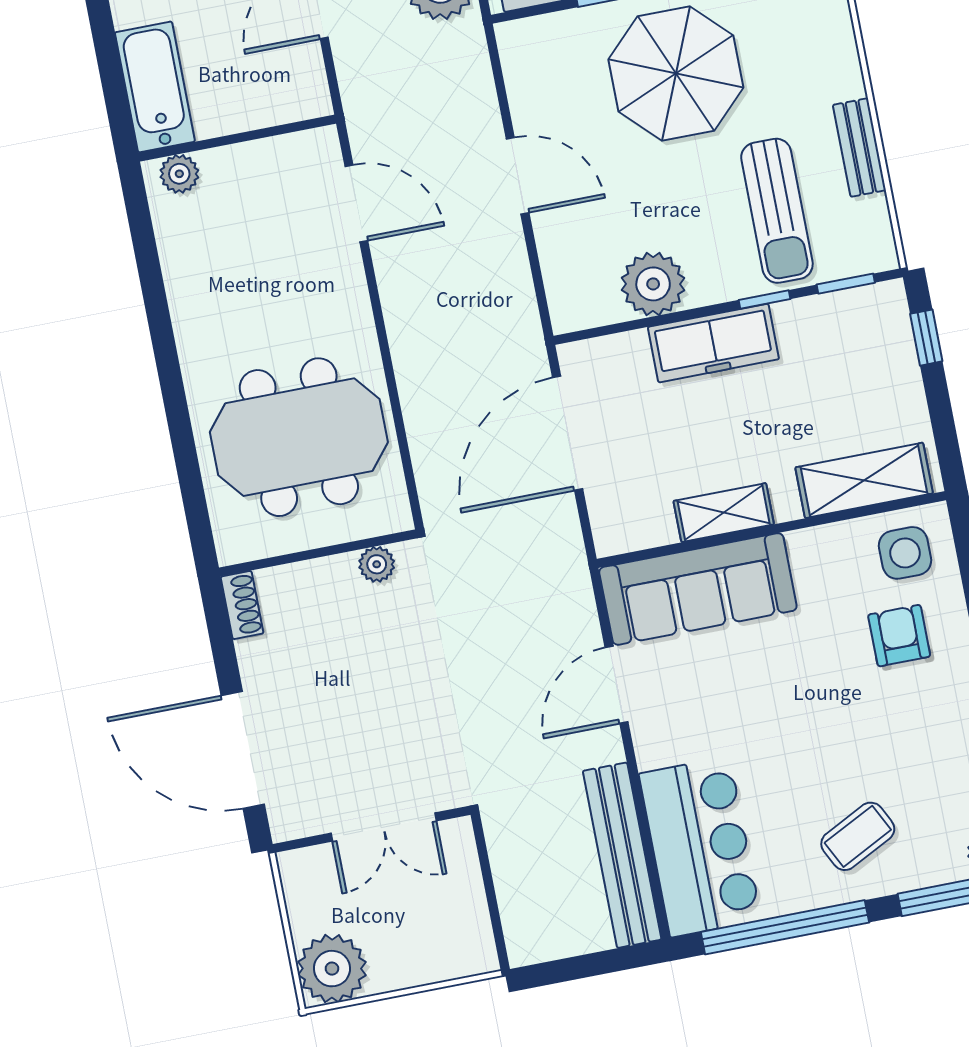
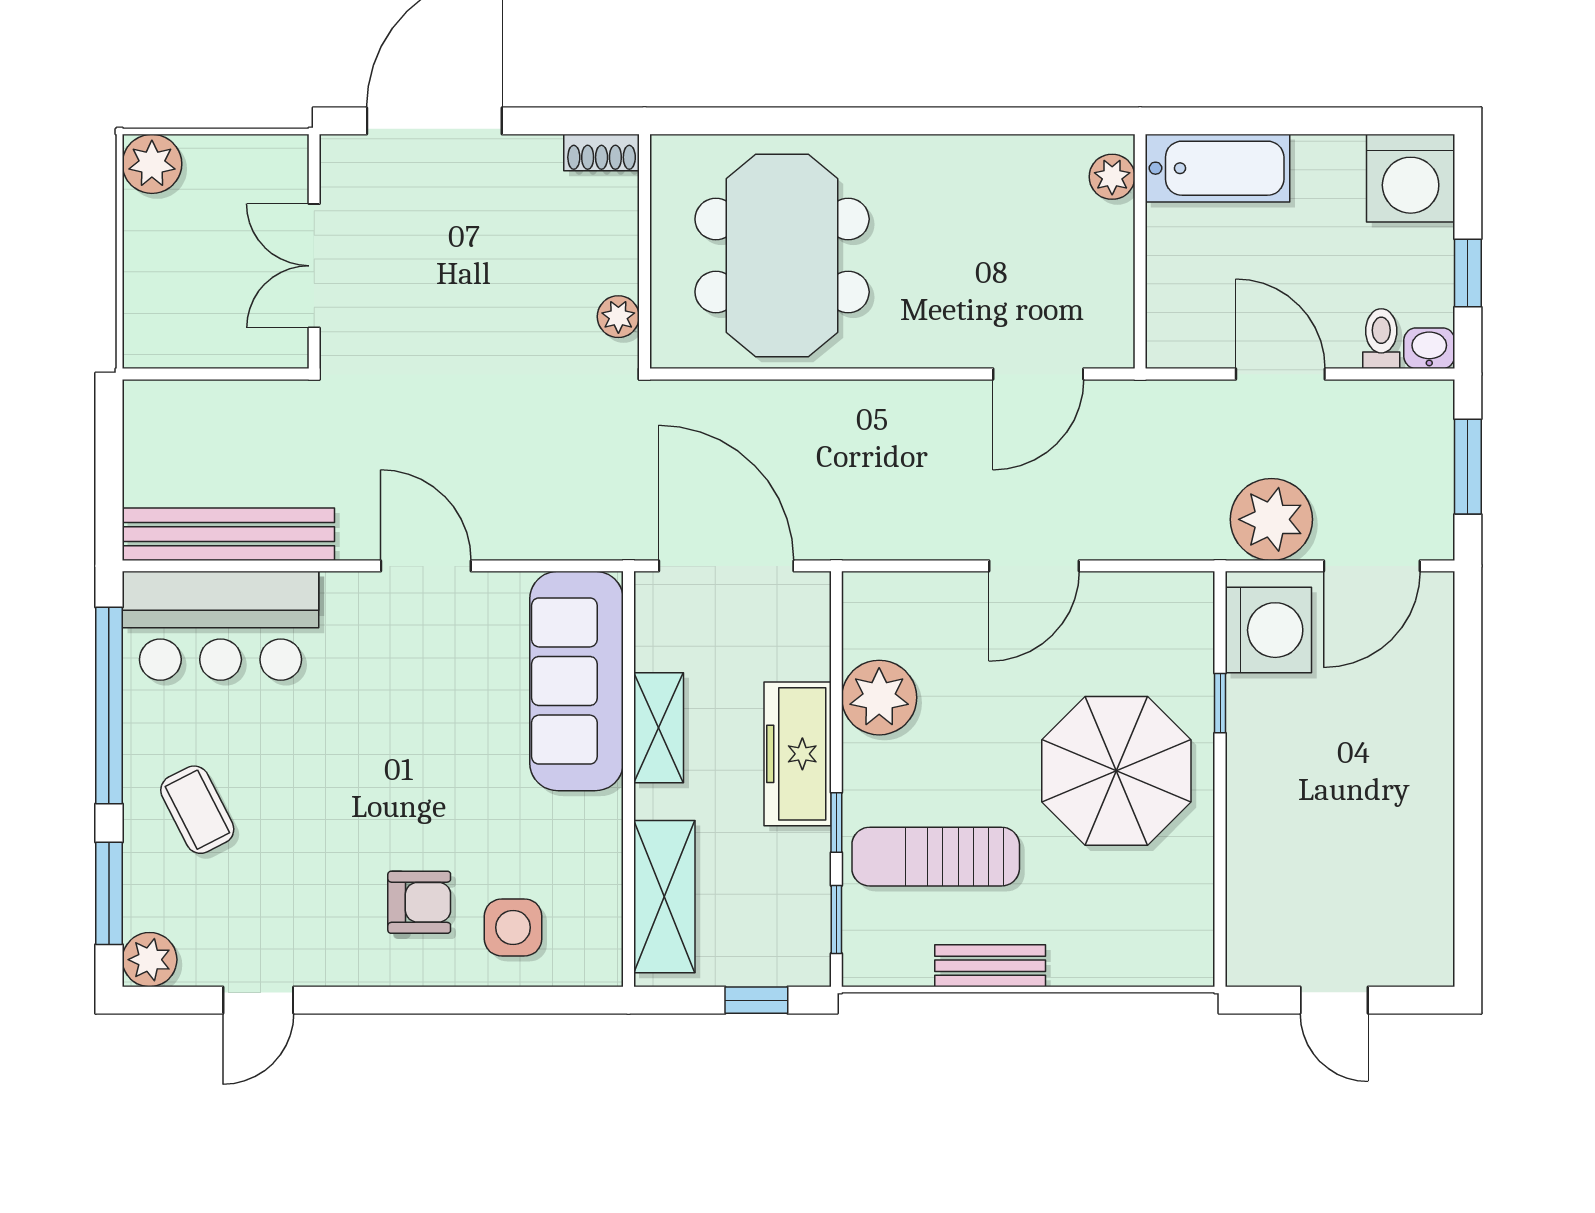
shelving: (864, 480) -> (664, 897), moved
shelving: (724, 513) -> (659, 728), moved
wall: (771, 530) -> (629, 779), moved
sofa: (698, 589) -> (577, 681), moved
plant: (332, 969) -> (152, 164), width x0.73, depth x0.73

